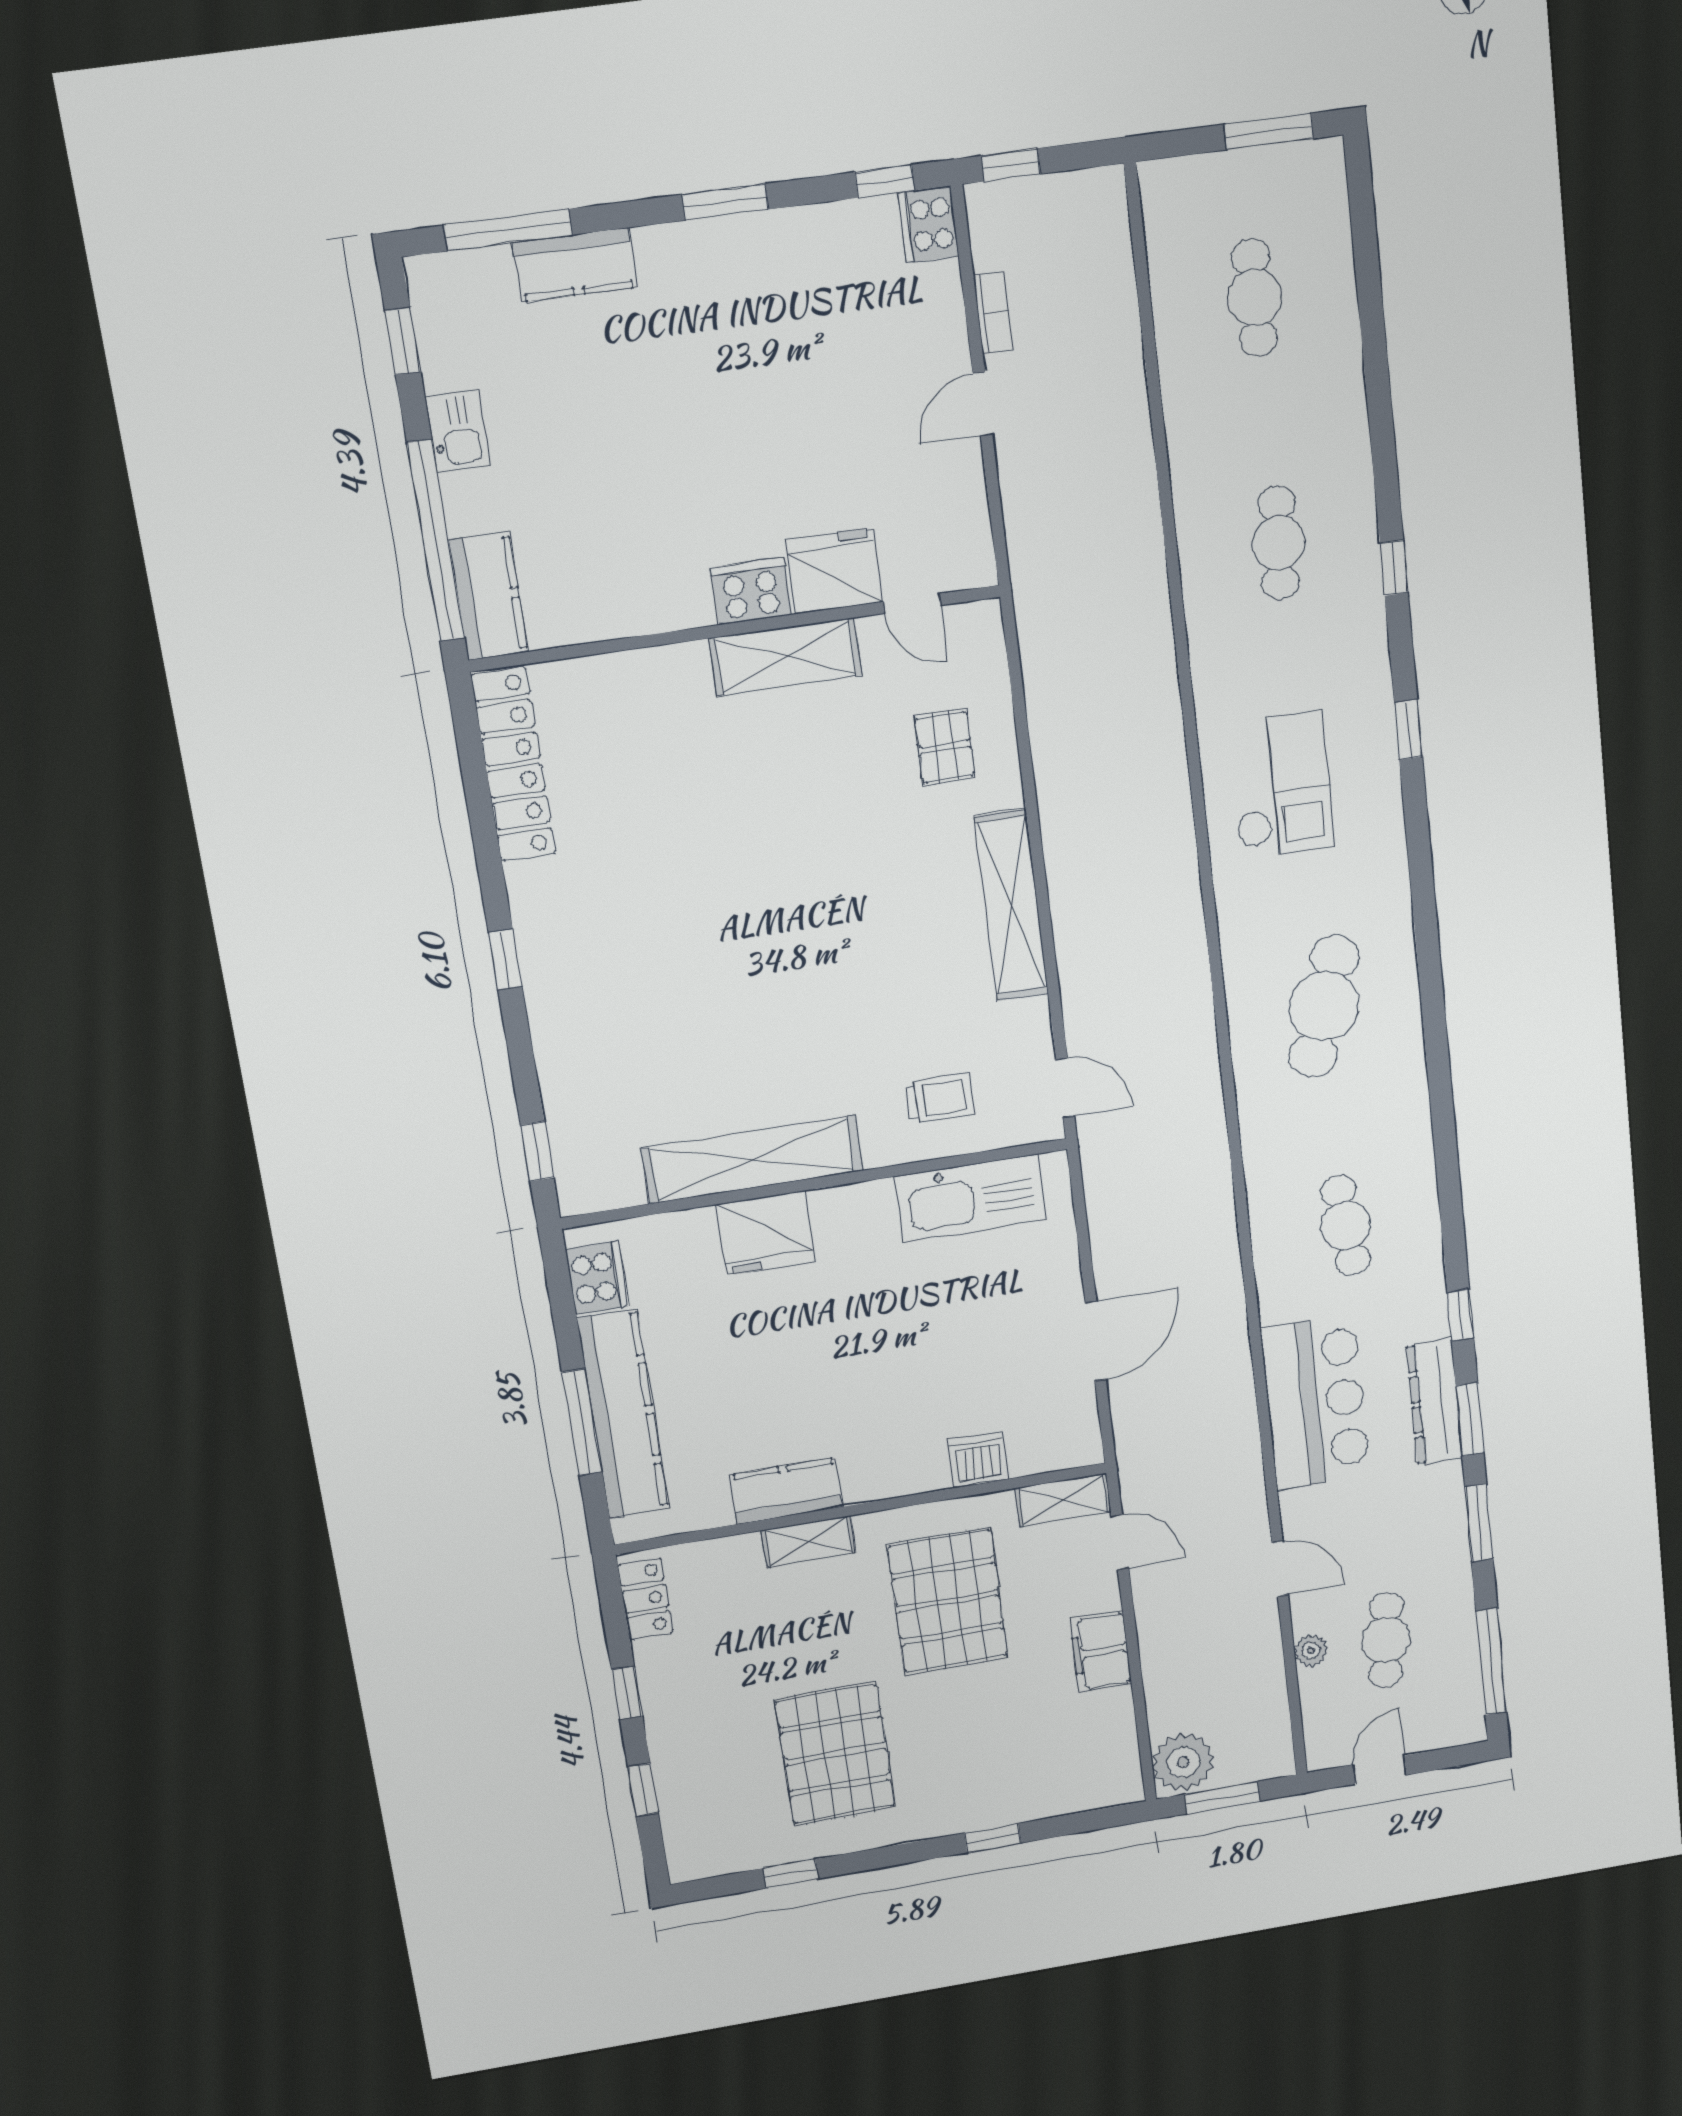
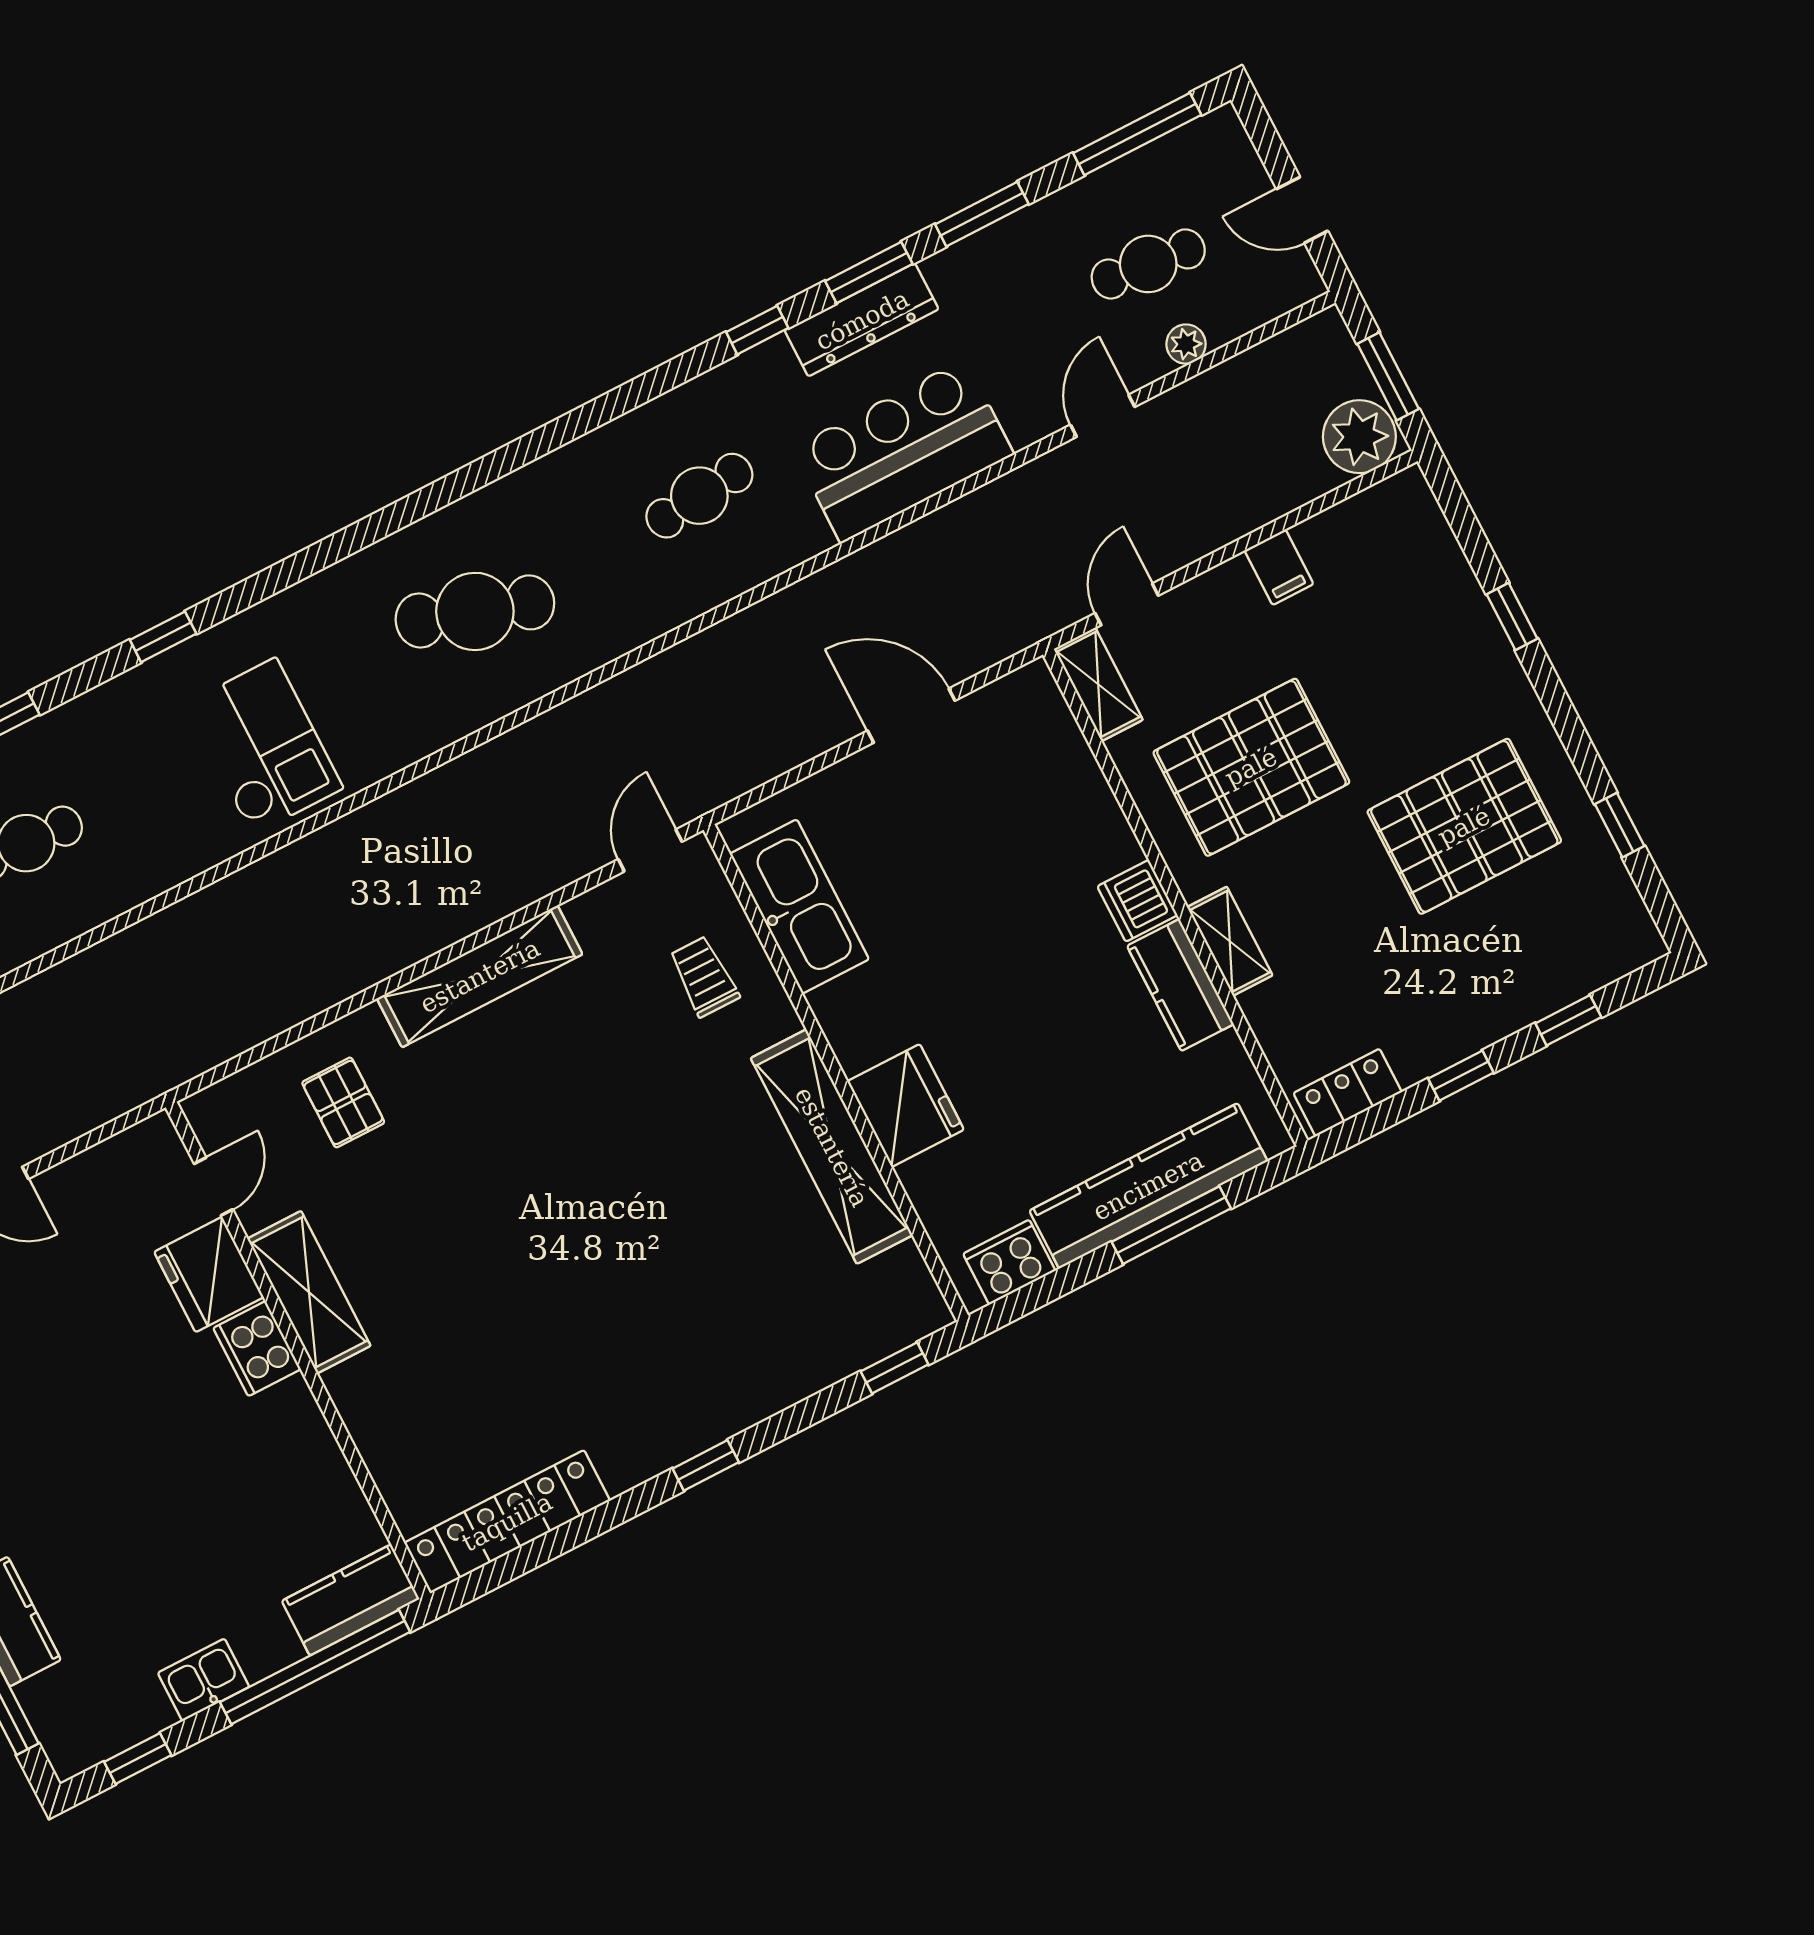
pallet: (945, 747) -> (343, 1102), turned 90
checkout: (1281, 785) -> (264, 746), turned 90
dishwasher: (978, 1459) -> (1137, 901), moved
filing cabinet: (1101, 1652) -> (1279, 567), width x0.50

